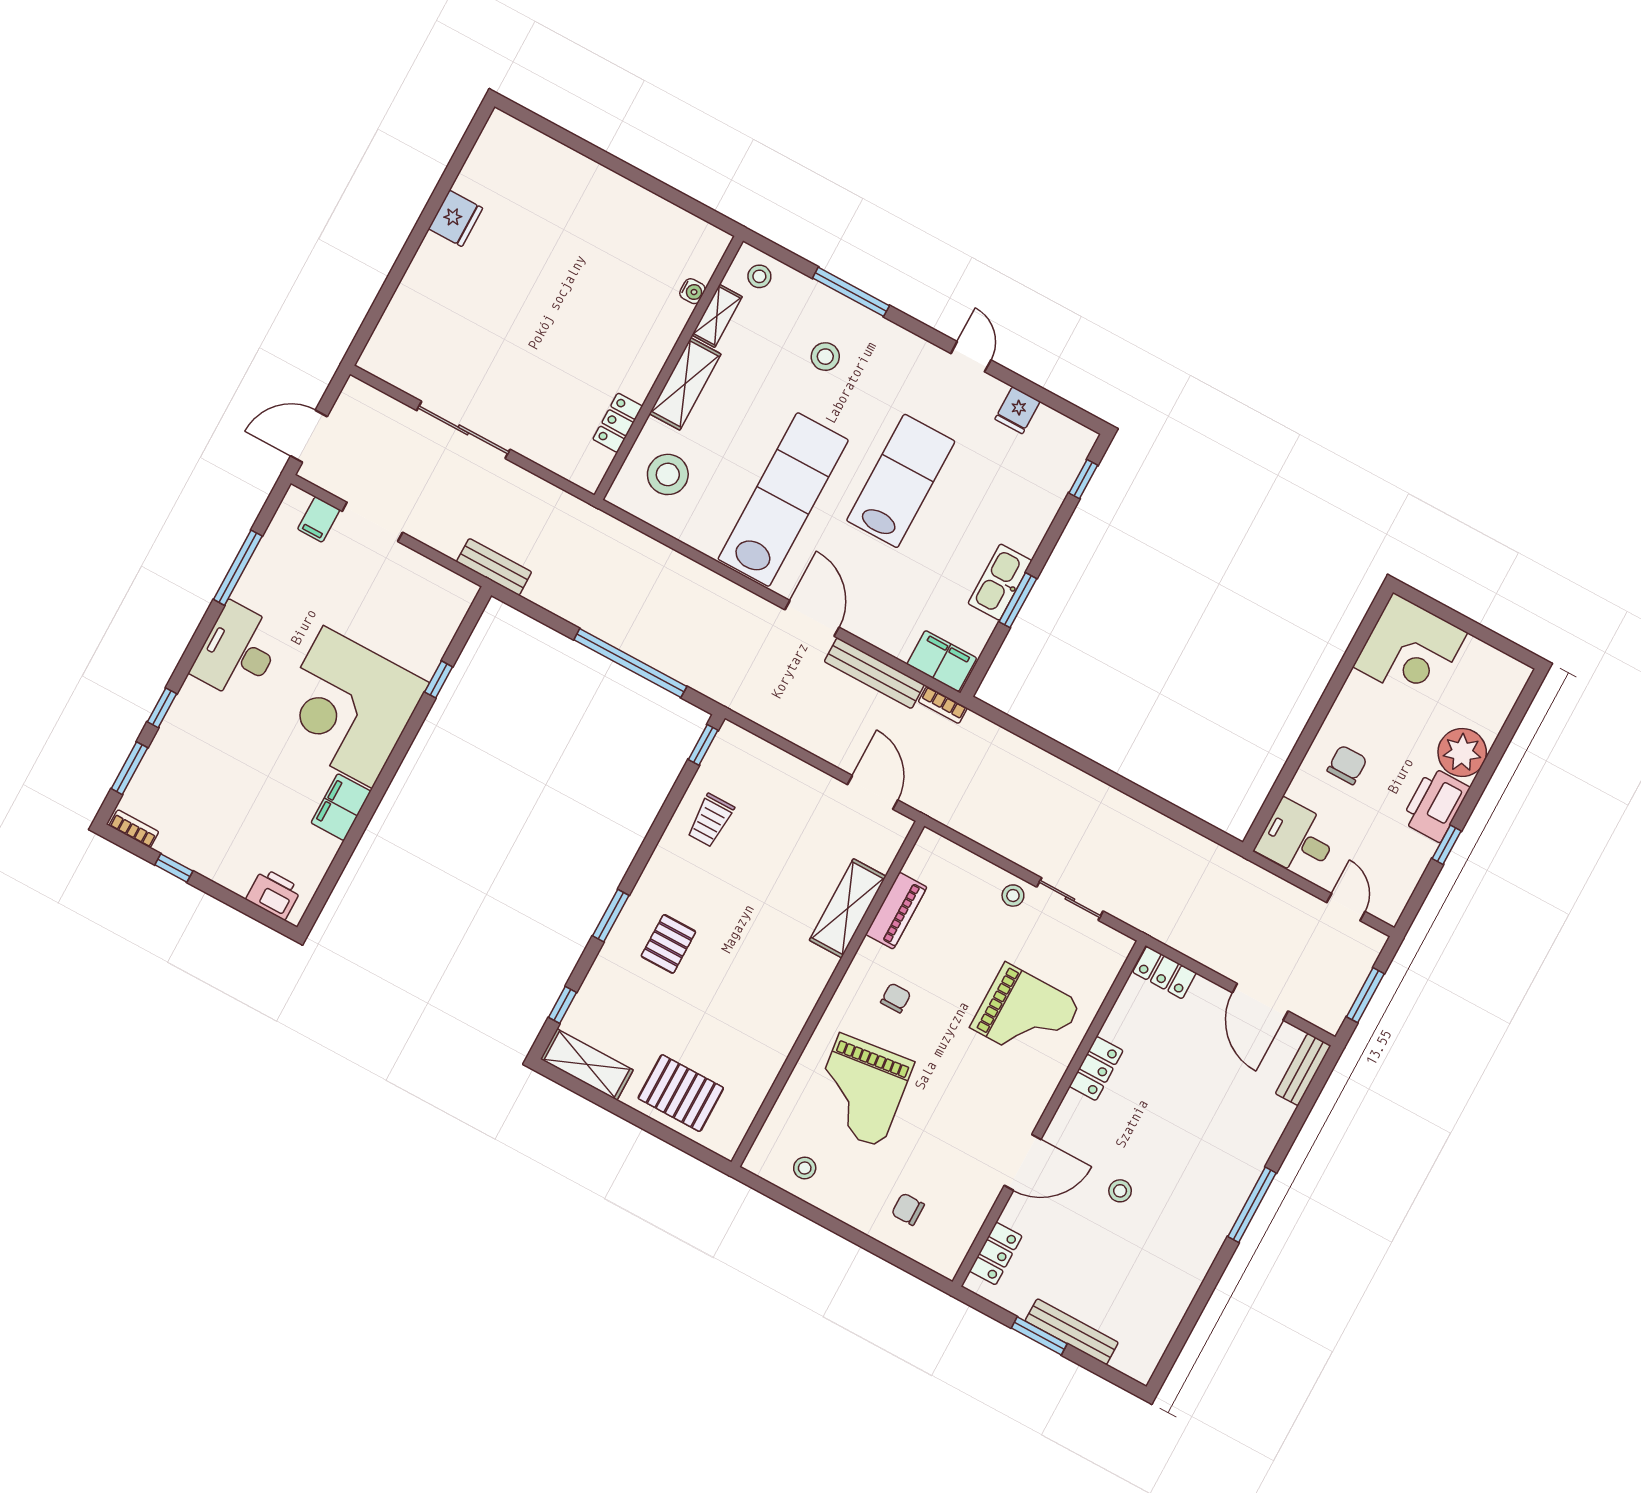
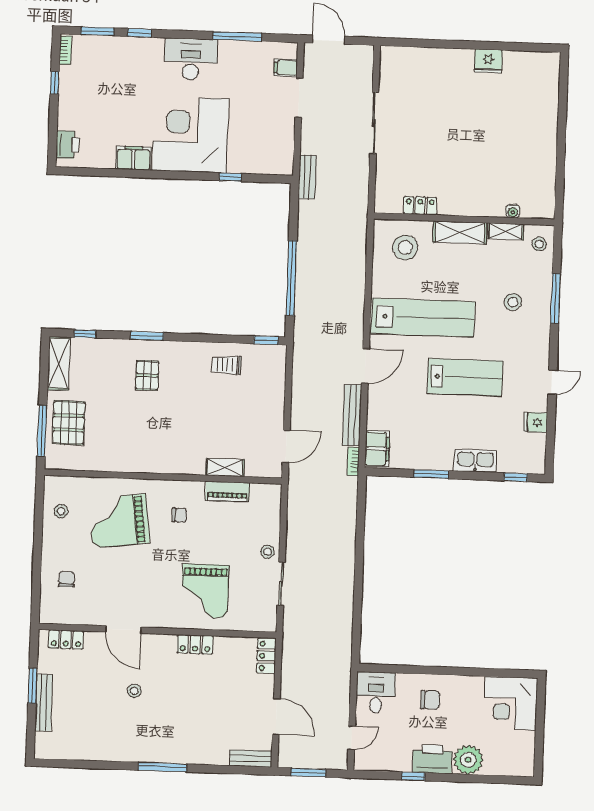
kitchen sink: (1000, 582) -> (475, 461), moved
shelving: (848, 908) -> (225, 467), width x0.67, depth x0.75
pallet: (668, 944) -> (147, 375), turned 90
door: (1260, 1002) -> (276, 717), swing flipped
window: (673, 1138) -> (42, 431), added

